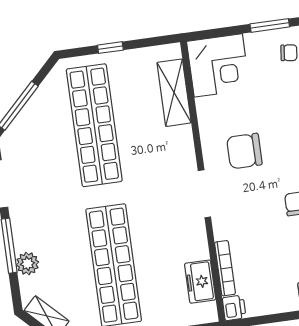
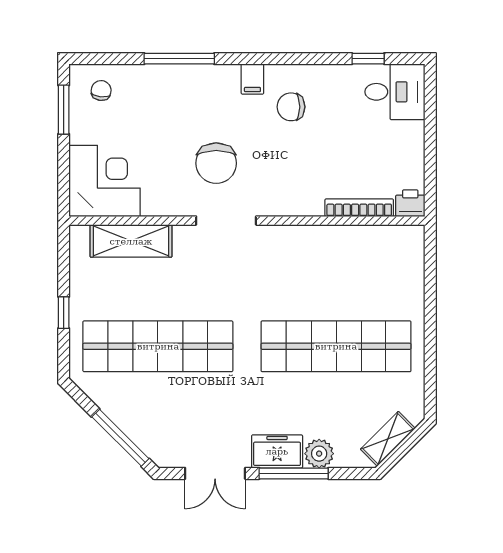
doorway: (204, 194) -> (226, 221), moved
freezer: (200, 282) -> (277, 451), moved, turned 180

